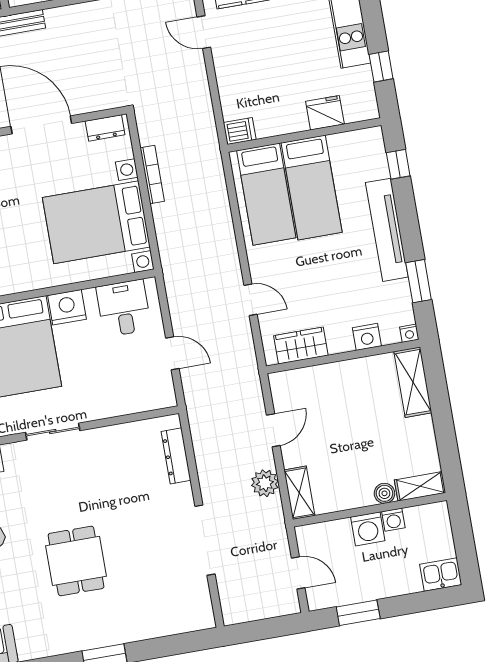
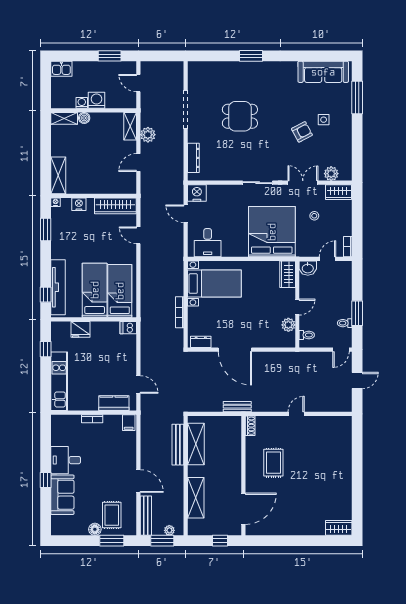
bed with nightstands: (96, 222) -> (214, 284), width x0.73
tv unit: (387, 230) -> (58, 287), moved
nightstand: (67, 307) -> (197, 193), moved, turned 180
wardrobe: (301, 346) -> (115, 206), width x1.50
dining table: (76, 561) -> (240, 116), moved, turned 90

